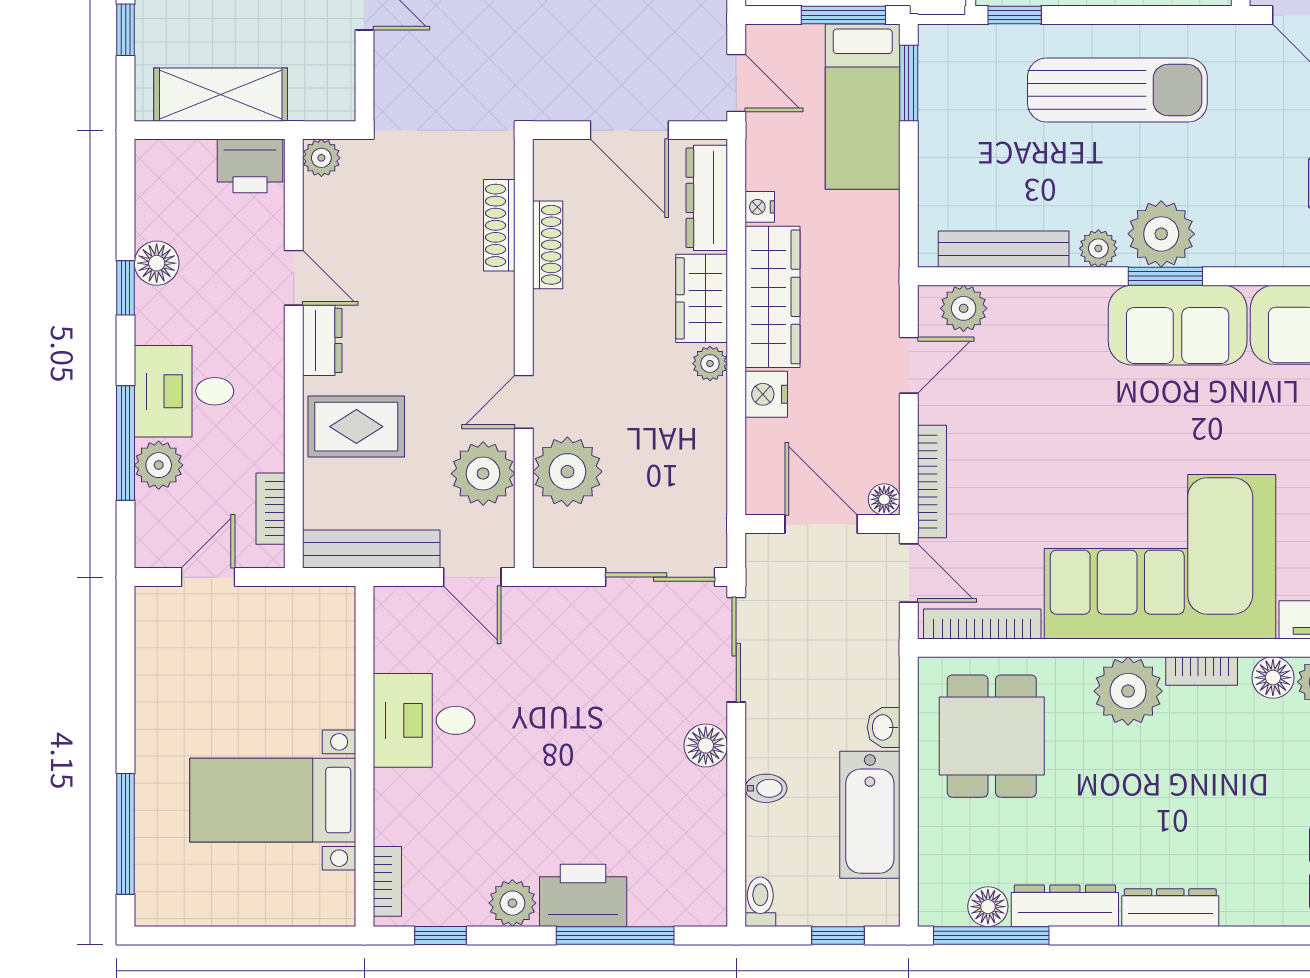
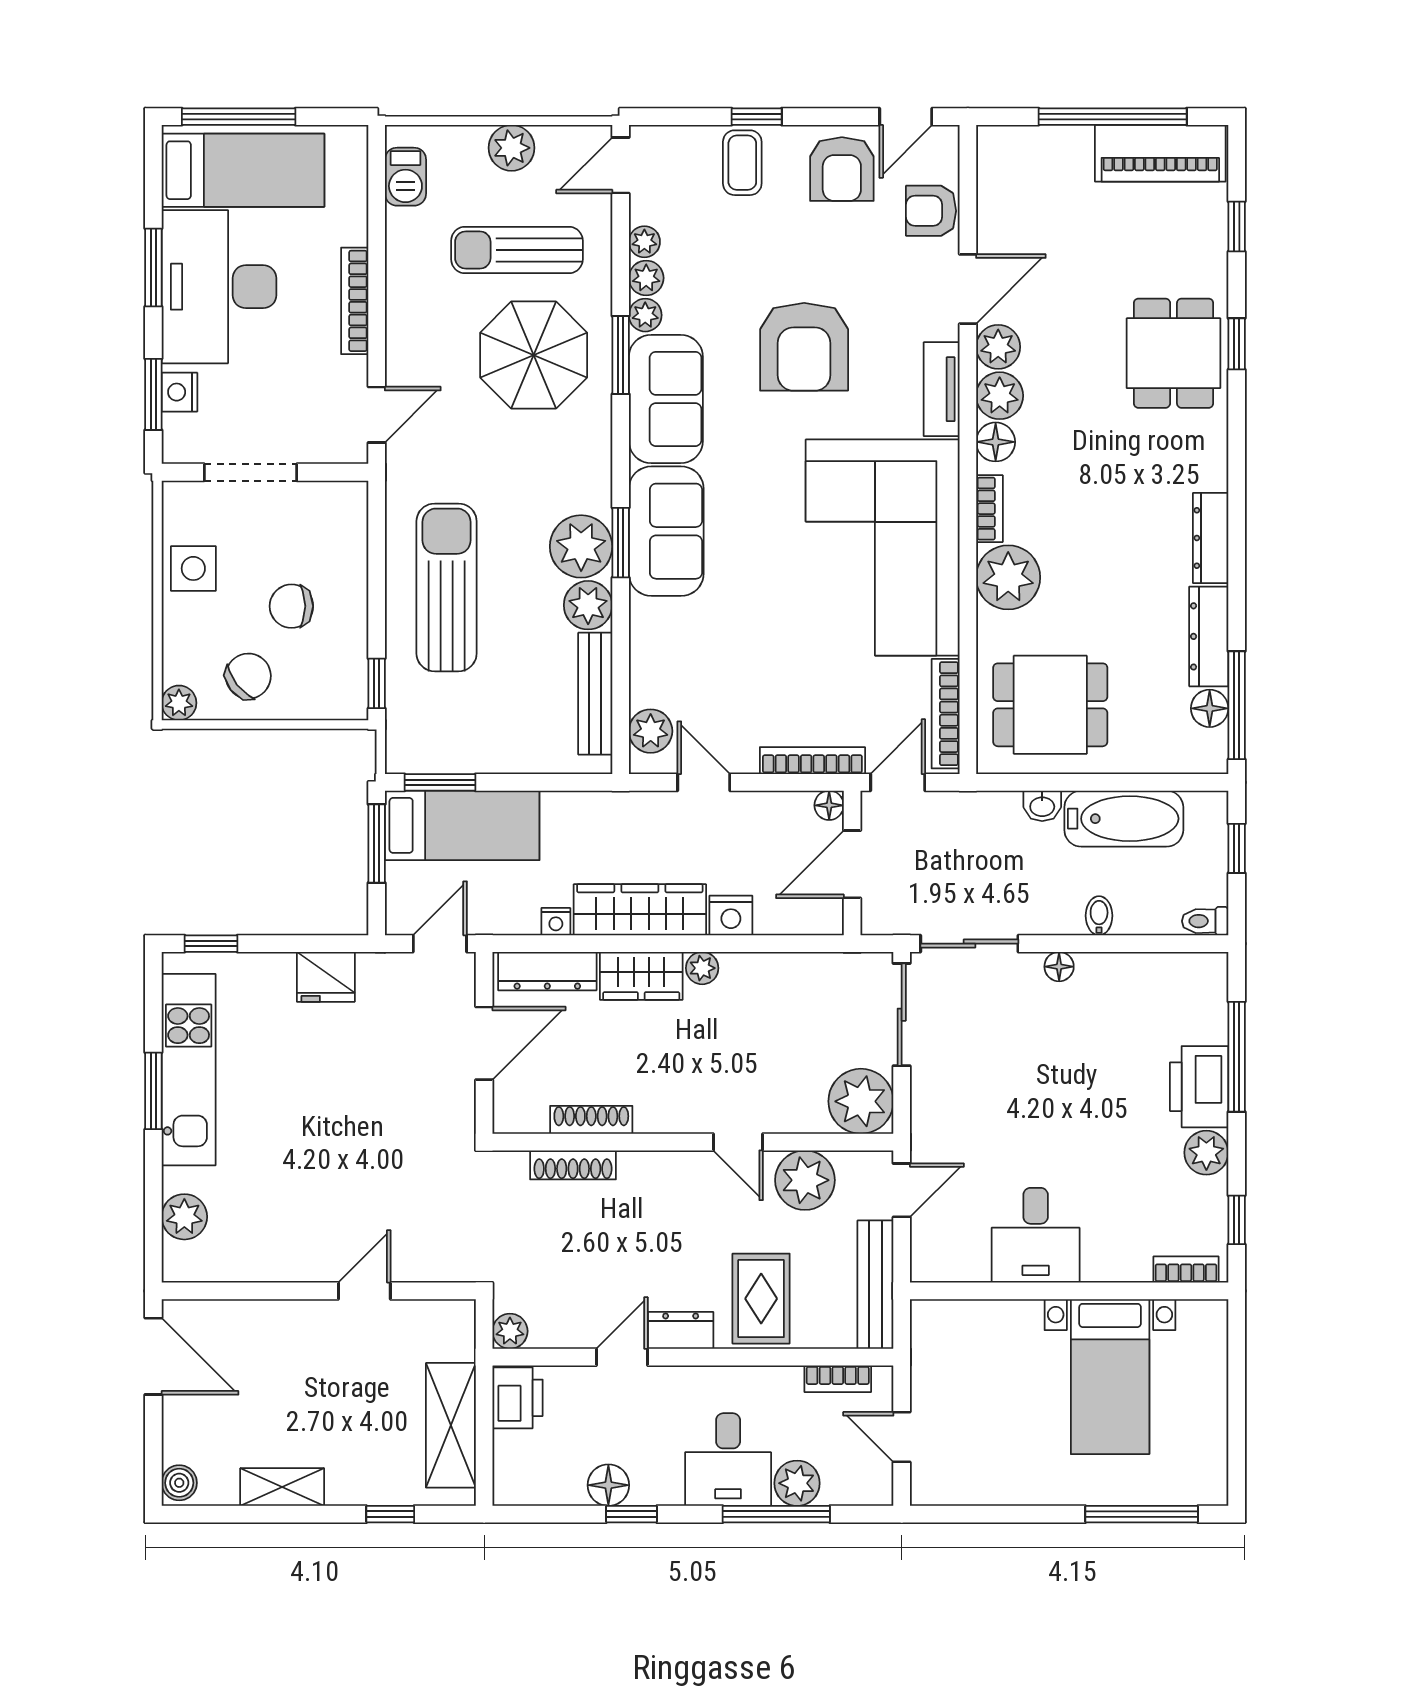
plant: (1098, 248) -> (588, 605), width x1.38, depth x1.38
plant: (567, 472) -> (861, 1101), moved
floor lamp: (706, 745) -> (1059, 967), width x0.73, depth x0.73

